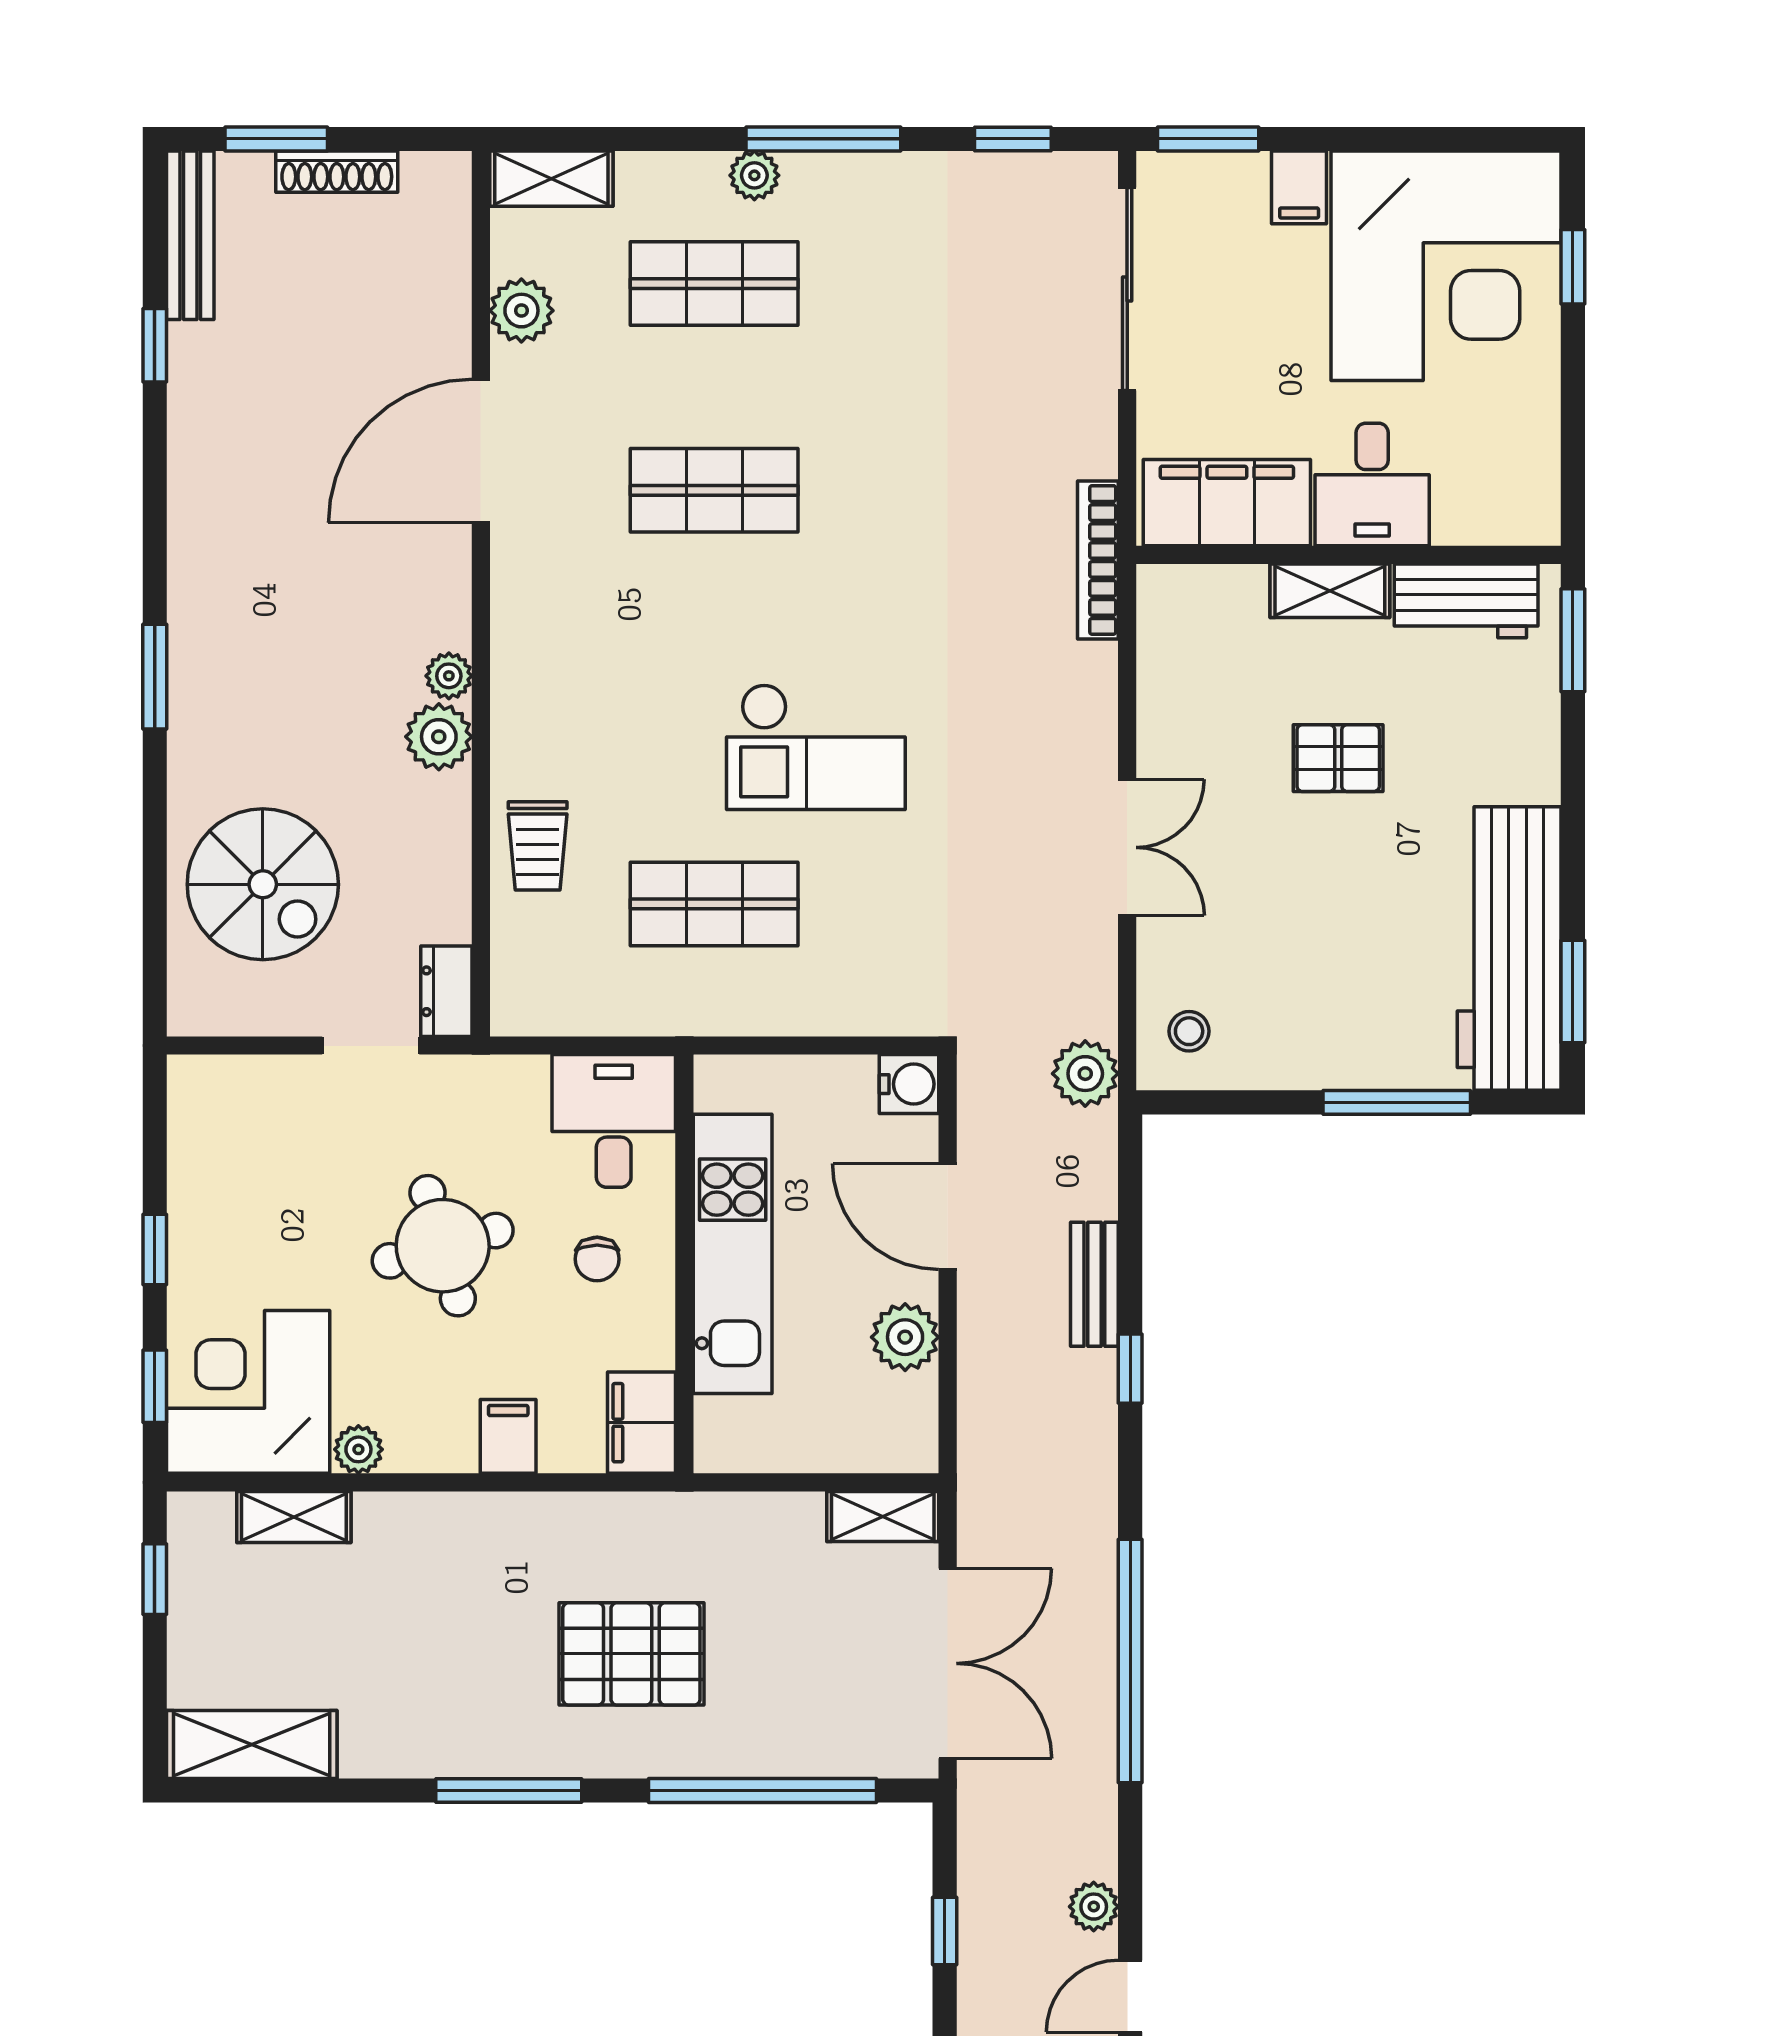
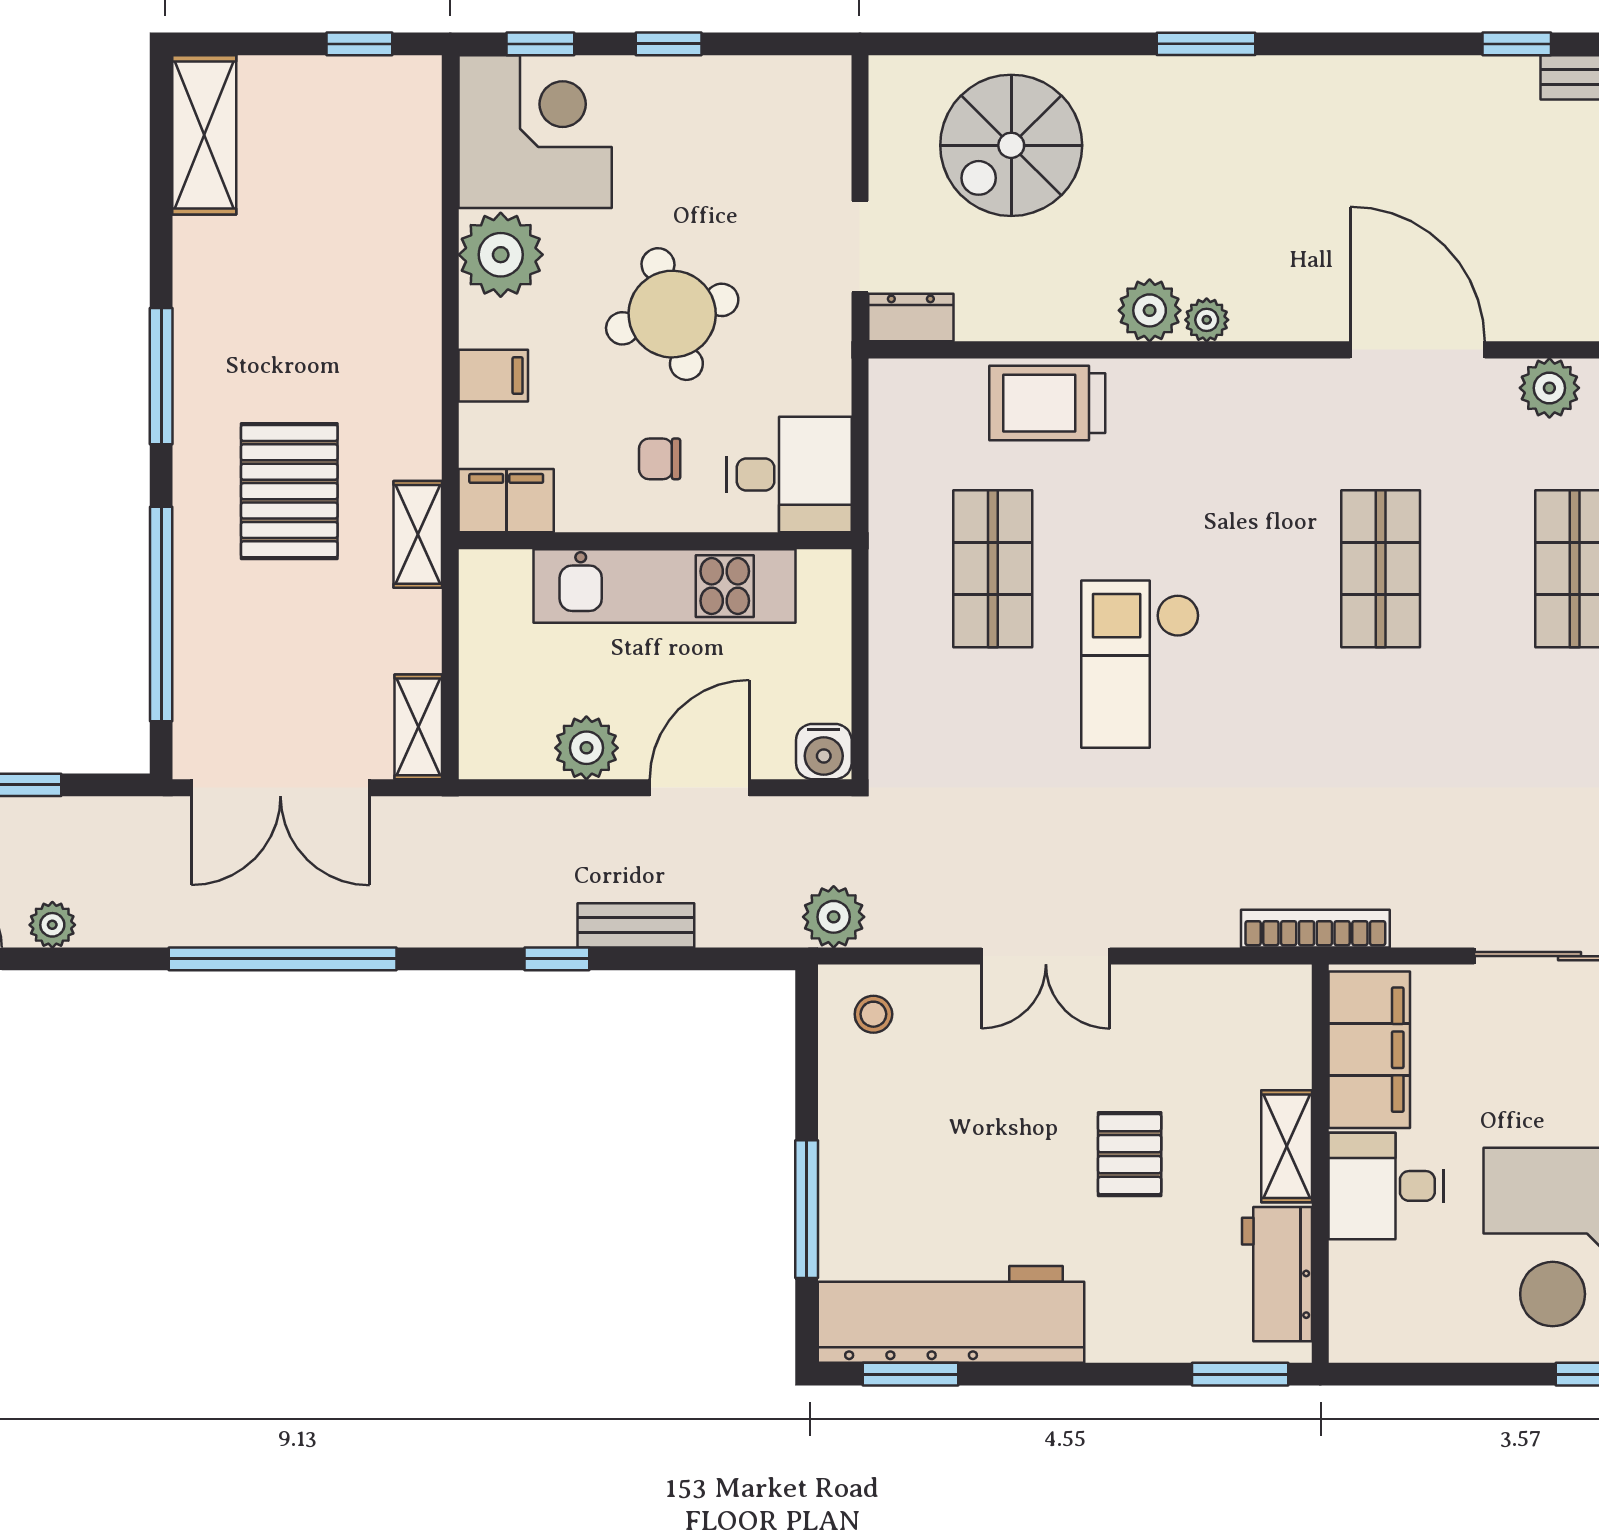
trolley: (538, 846) -> (1047, 403), width x1.36, depth x1.39
plant: (358, 1449) -> (501, 255), width x1.88, depth x1.88
shelving: (294, 1517) -> (418, 534), moved

